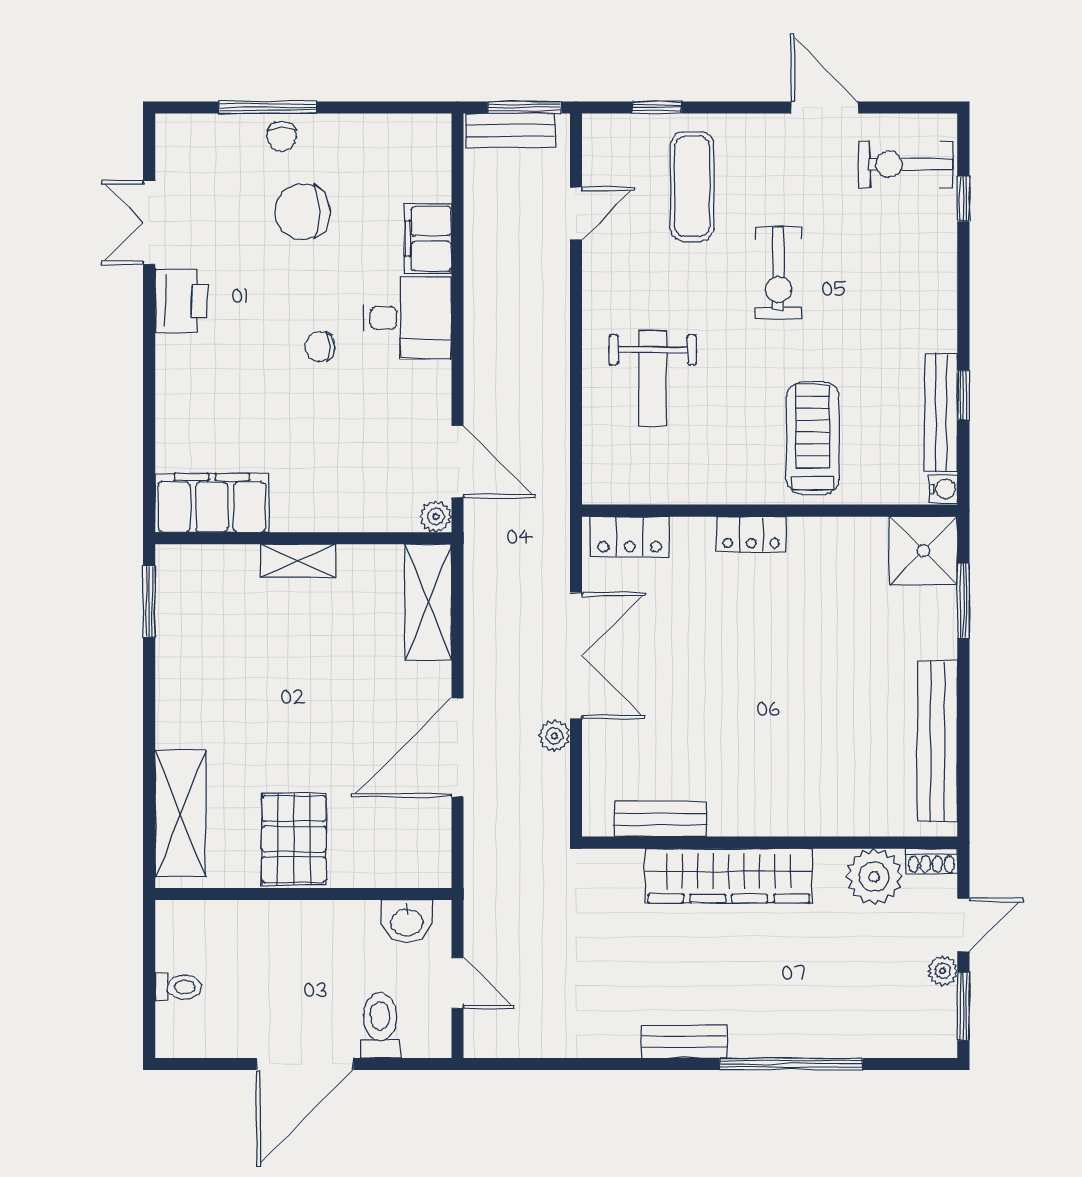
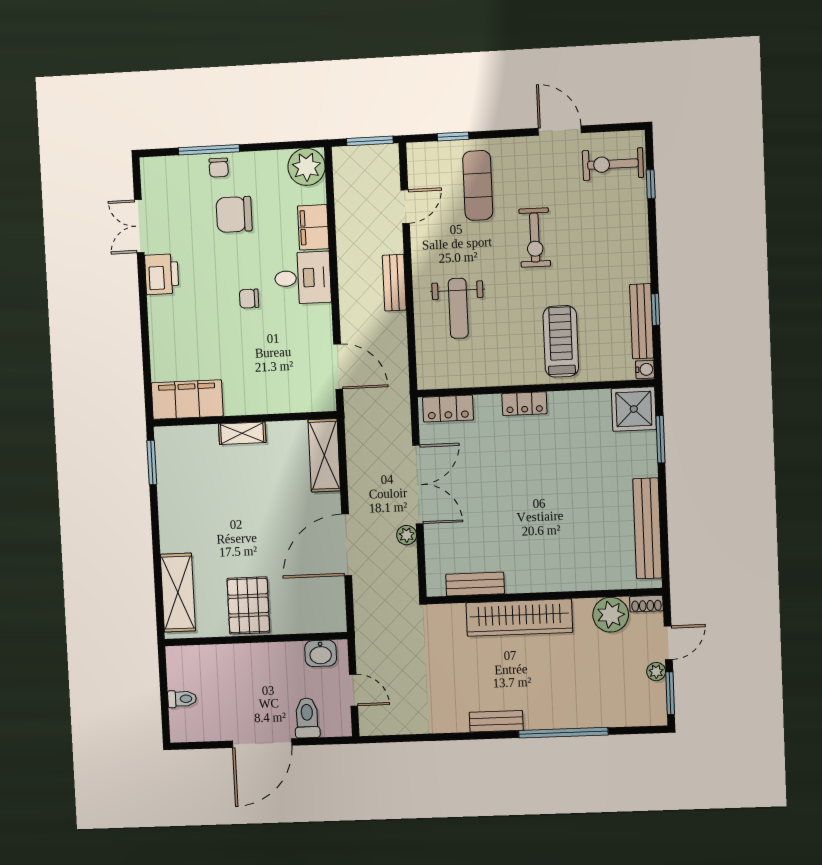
bench: (511, 130) -> (394, 283), moved, turned 90
plant: (436, 517) -> (307, 167), moved, width x1.88, depth x1.88

